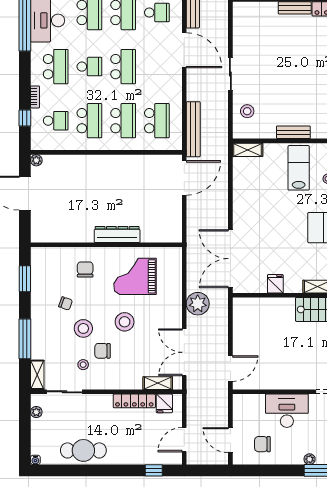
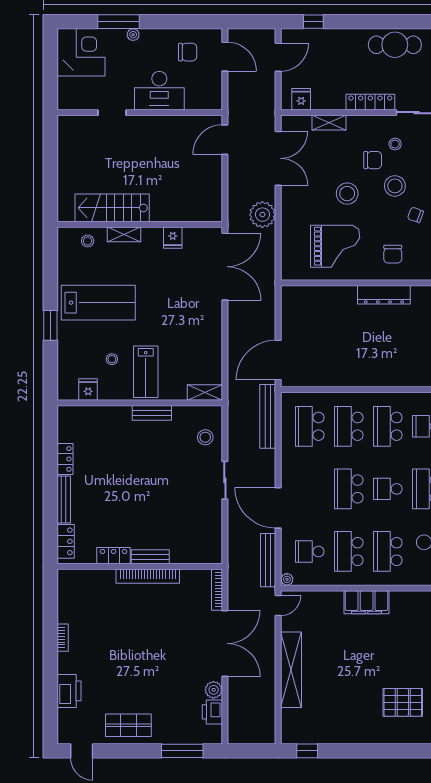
dresser: (117, 234) -> (384, 295), moved
shelving: (158, 383) -> (329, 123), moved
locker: (134, 401) -> (370, 102), moved

